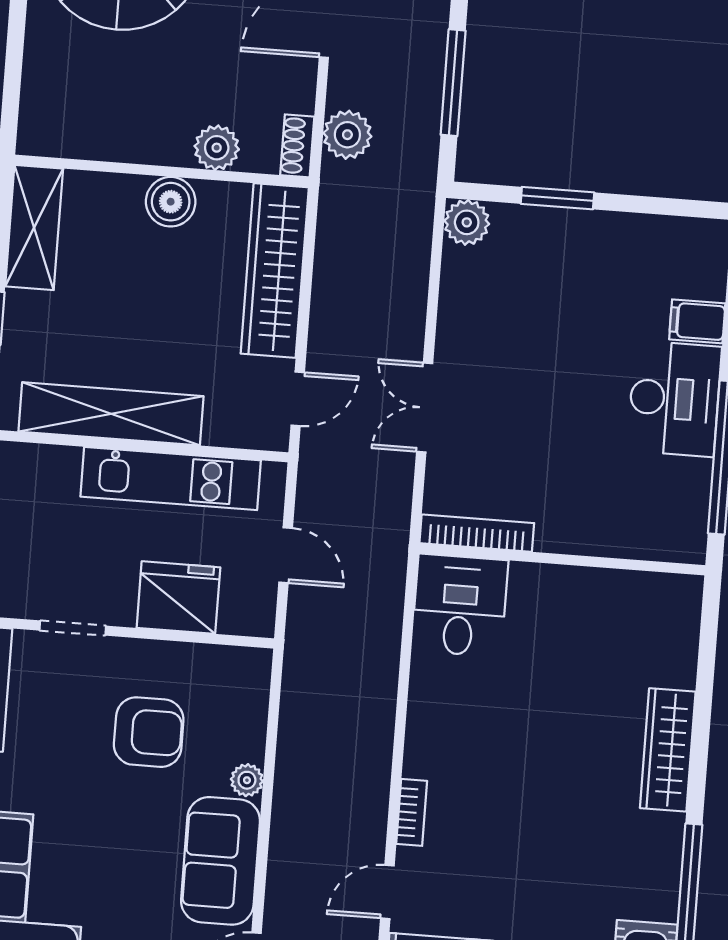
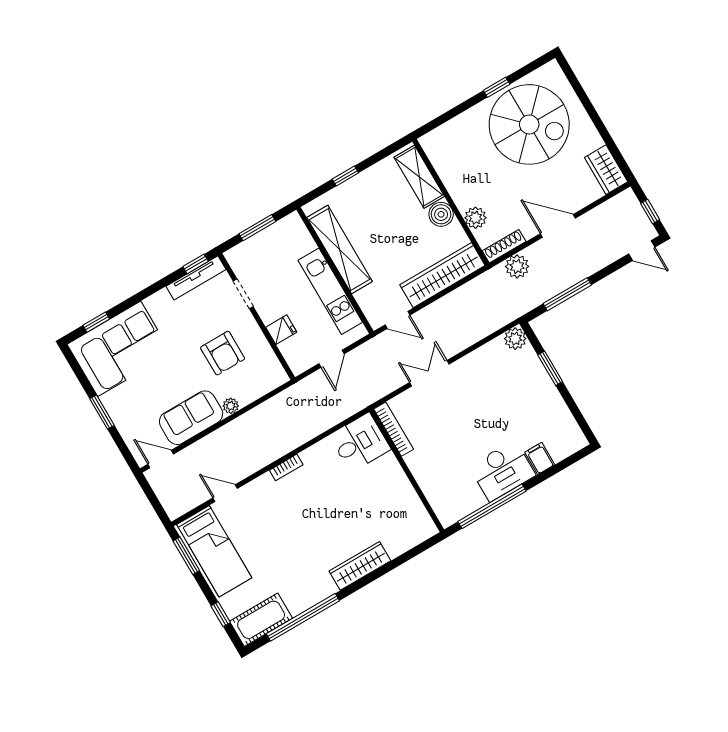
shoe rack: (297, 146) -> (504, 246), width x1.43
shelving: (34, 227) -> (419, 177), moved, turned 90
fridge: (178, 598) -> (281, 330), width x0.53, depth x0.75
bookcase: (412, 812) -> (286, 467), moved

